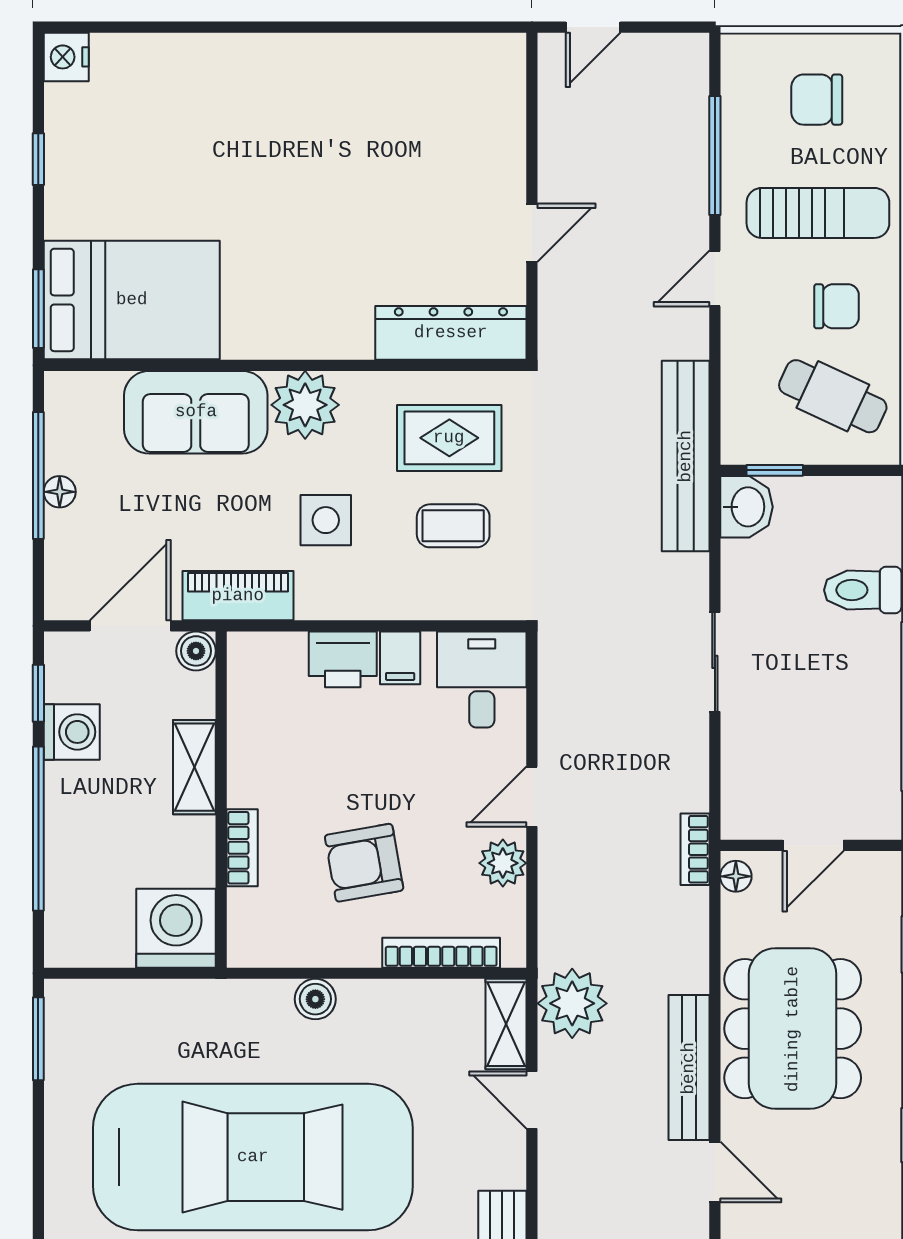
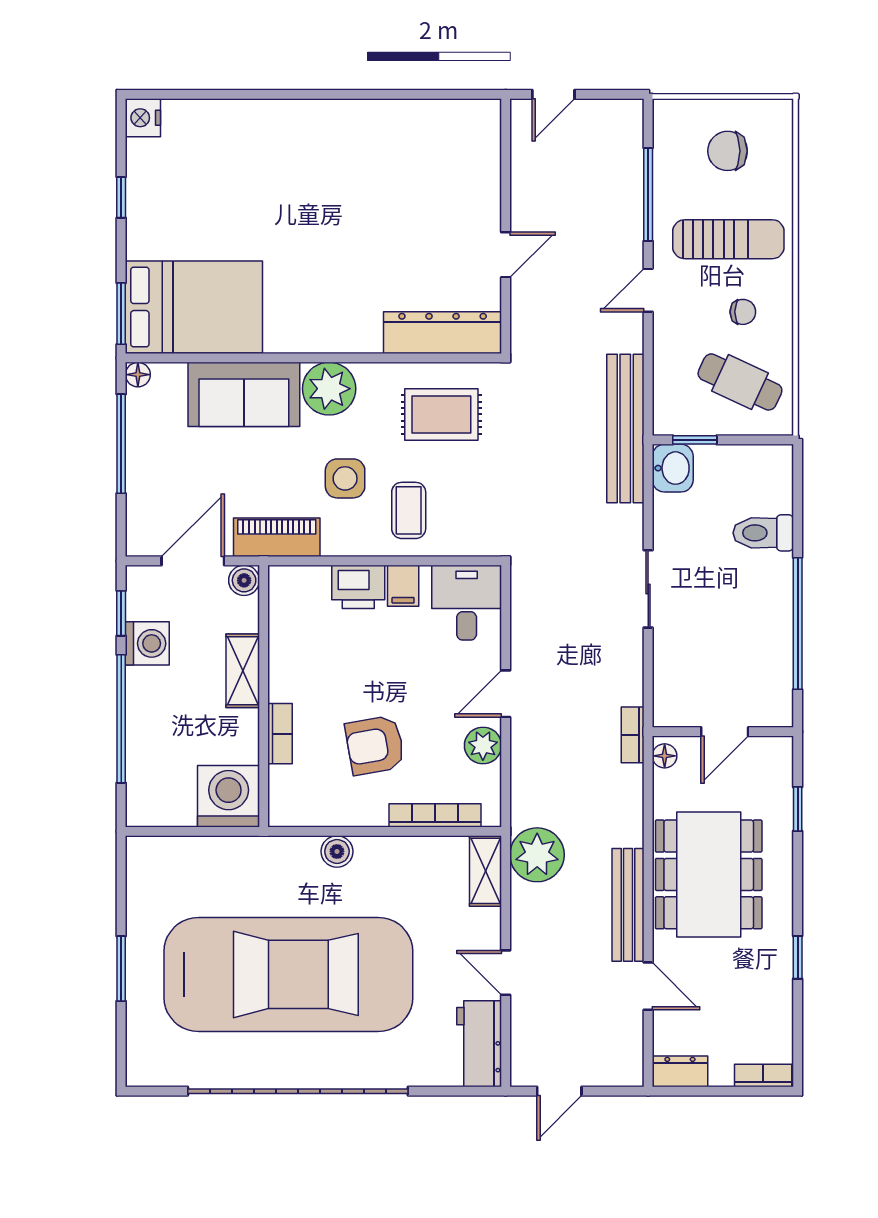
chair: (836, 306) -> (743, 312), width x0.73, depth x0.73
floor lamp: (60, 492) -> (138, 375), moved
coffee table: (453, 526) -> (409, 510), moved, turned 90
window: (38, 1039) -> (121, 969), moved
door: (532, 1100) -> (506, 973), moved

